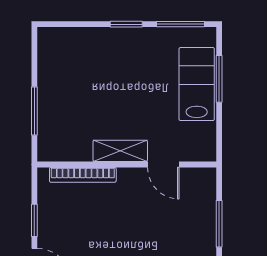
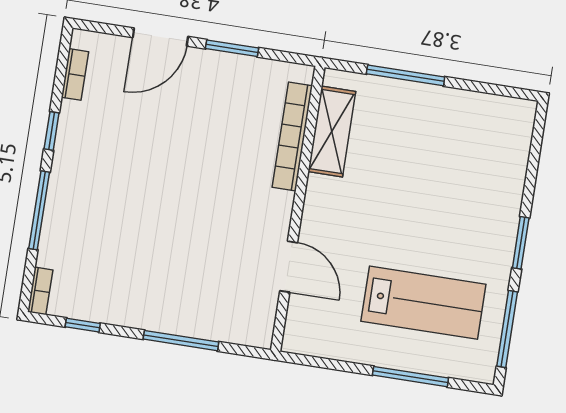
lab bench: (197, 84) -> (423, 303), moved
shelving: (120, 151) -> (332, 132), moved
door: (163, 165) -> (289, 267), swing flipped

